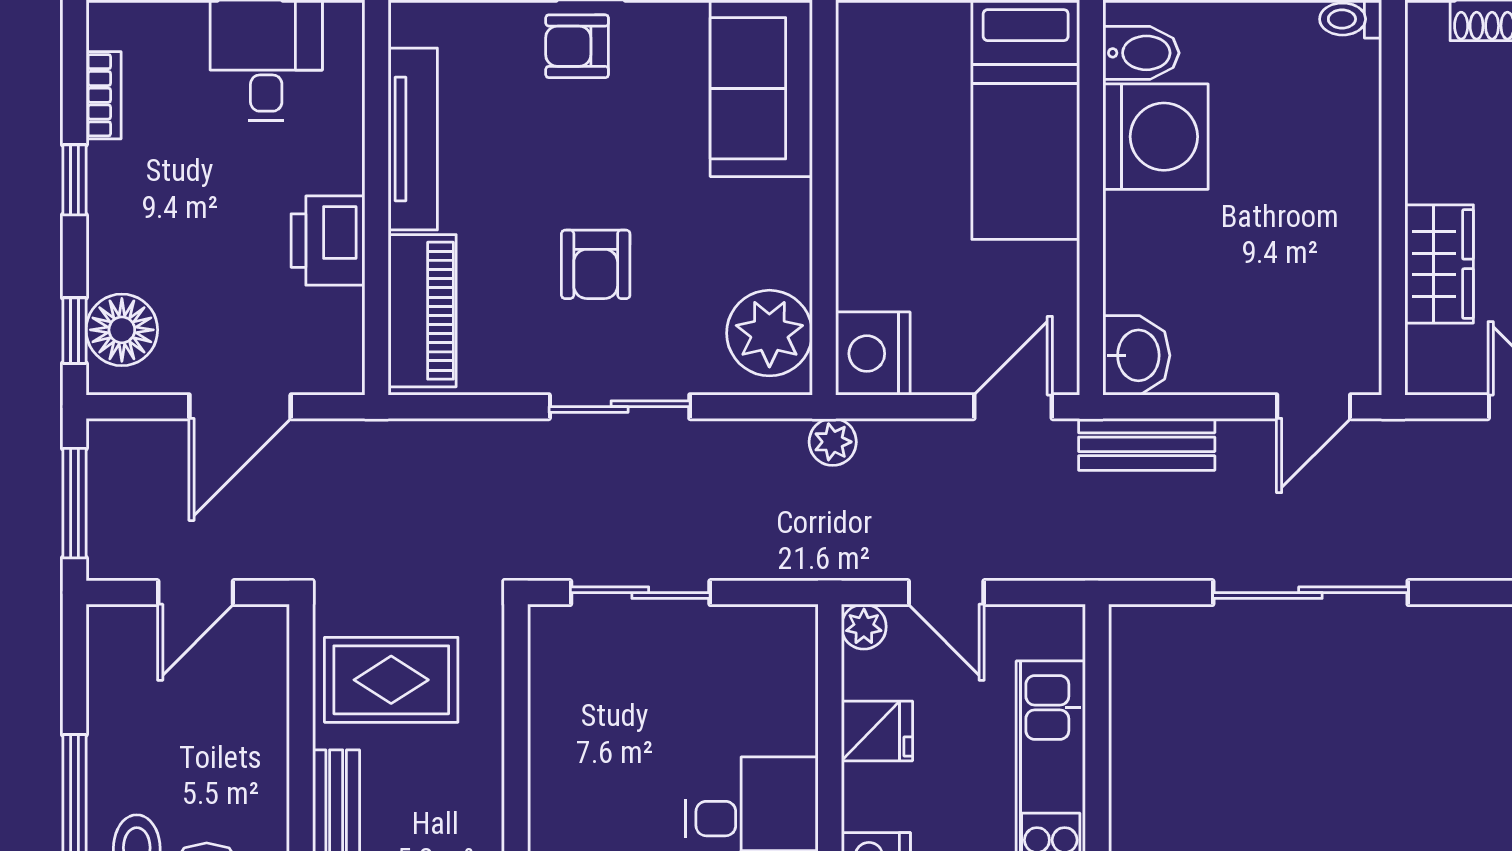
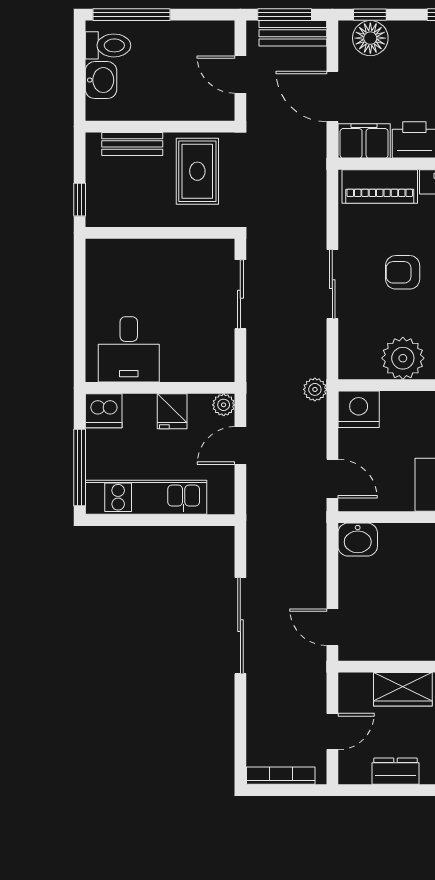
plant: (769, 333) -> (403, 358), moved
filing cabinet: (330, 342) -> (364, 141), added
bench: (1147, 444) -> (293, 33), moved, turned 90

